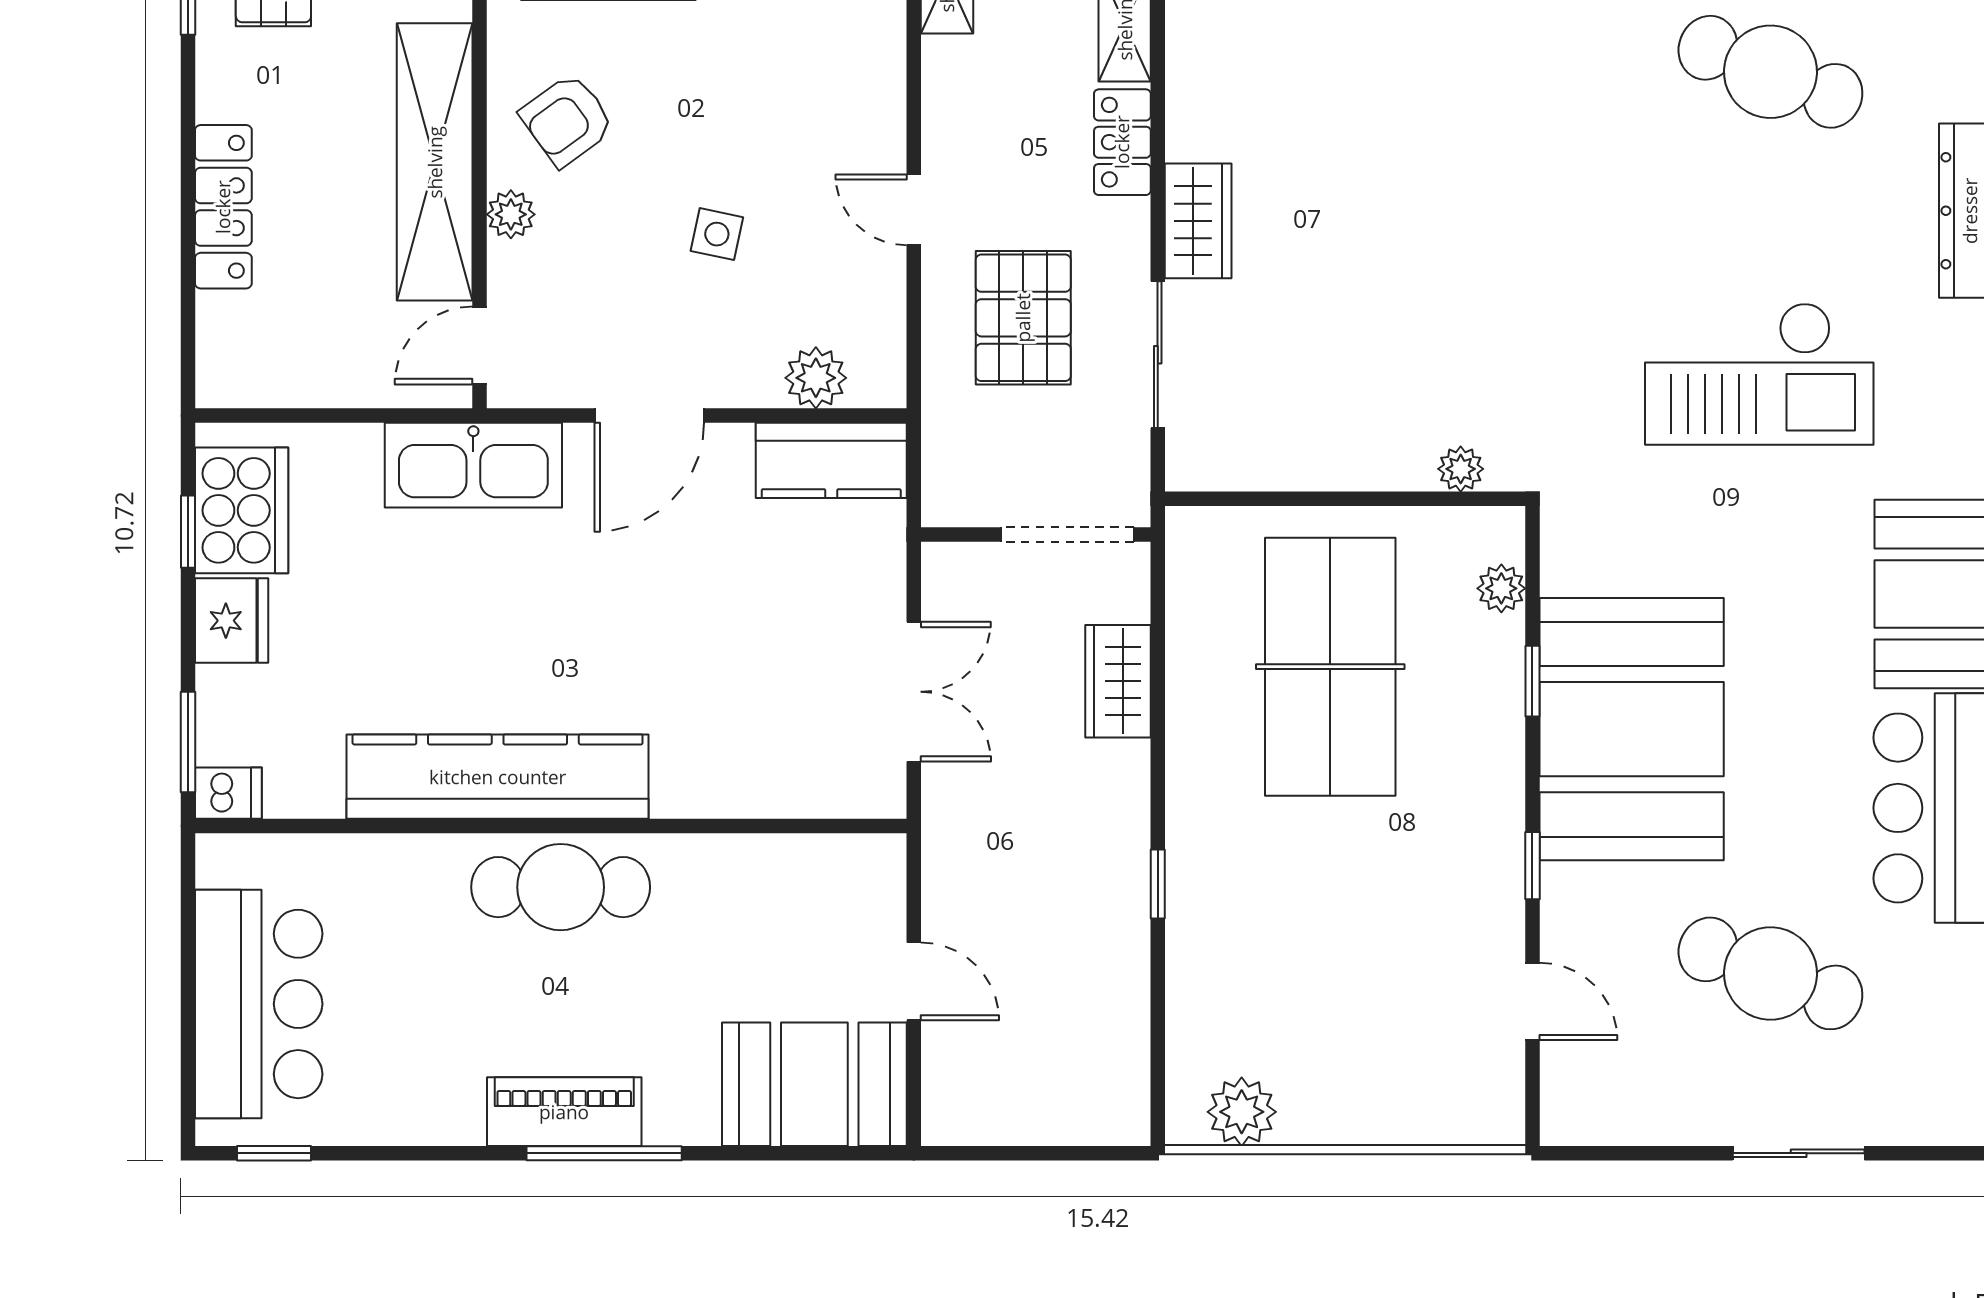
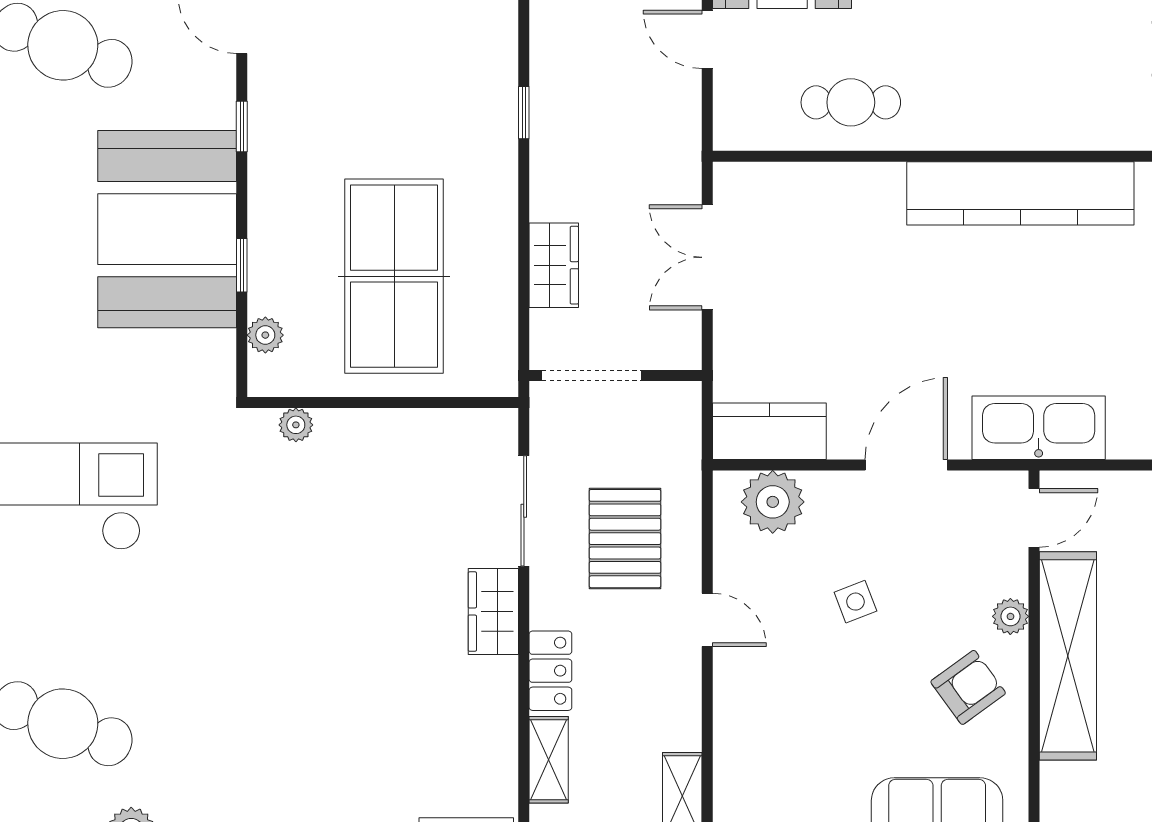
side table: (717, 234) -> (855, 602), turned -33
plant: (816, 378) -> (773, 502), width x1.36, depth x1.36
cafe table: (561, 887) -> (851, 102), moved, width x0.73, depth x0.74

